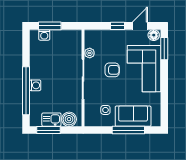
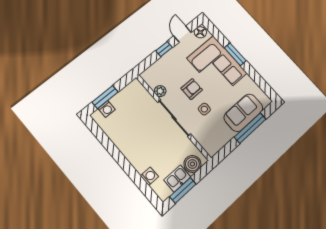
window: (164, 49) -> (235, 54), moved
washing machine: (35, 85) -> (149, 176), moved
window: (26, 91) -> (132, 173), removed
side table: (105, 110) -> (204, 109), moved

